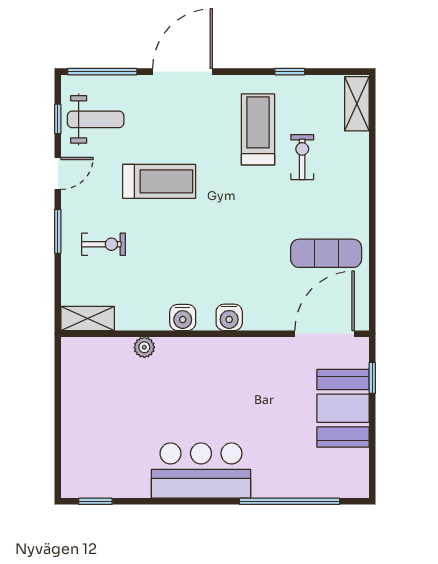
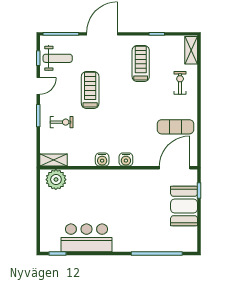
exercise bike: (302, 157) -> (180, 83), moved
treadmill: (159, 181) -> (90, 90), turned -90
plant: (144, 347) -> (56, 180), moved, width x1.87, depth x1.87
bar counter: (201, 471) -> (87, 238), moved

